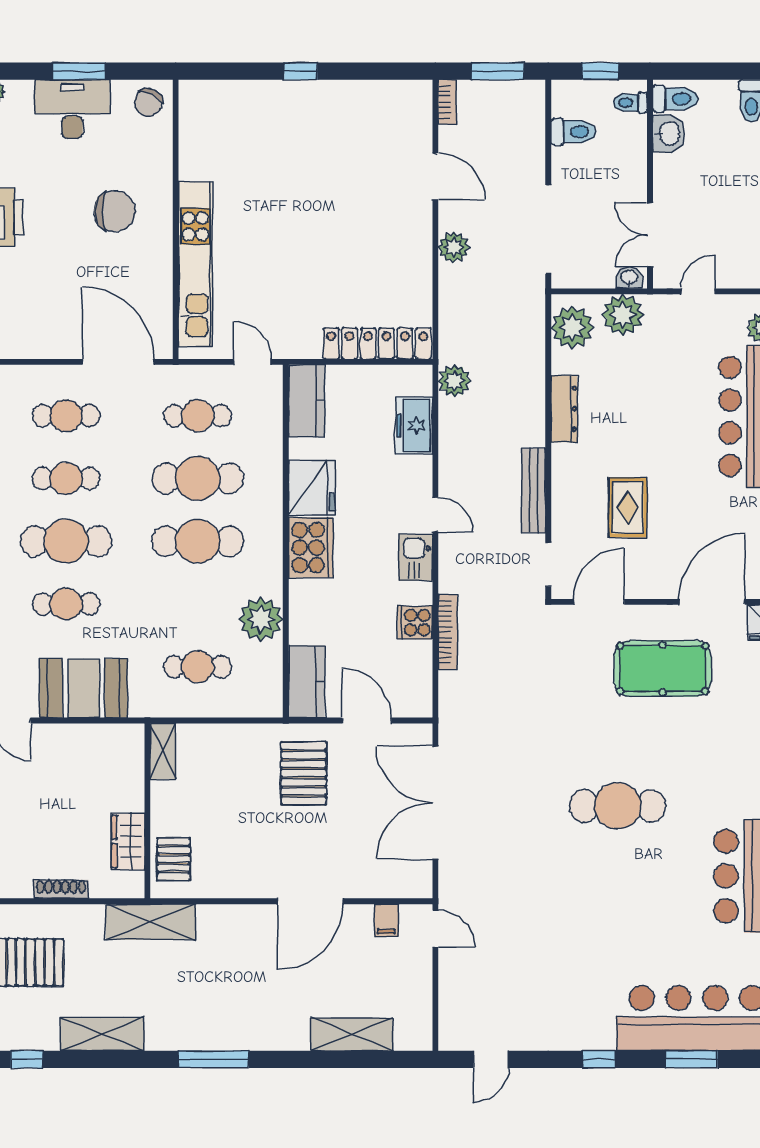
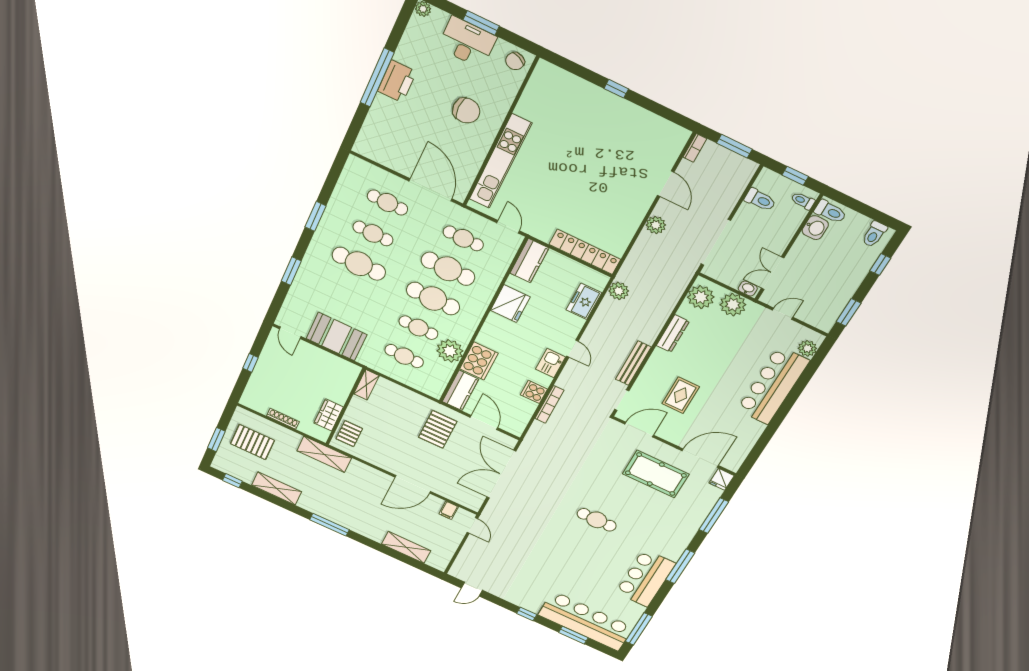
cooker: (311, 548) -> (479, 361), moved
cafe table: (66, 604) -> (418, 328), moved
cafe table: (618, 806) -> (597, 520), width x0.73, depth x0.74

